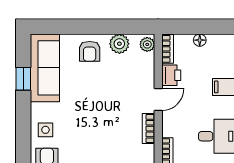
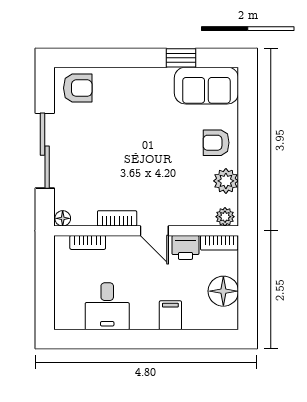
floor lamp: (200, 40) -> (223, 291), width x1.89, depth x1.89
sofa: (45, 68) -> (206, 86), width x0.73
side table: (45, 130) -> (115, 86), removed

